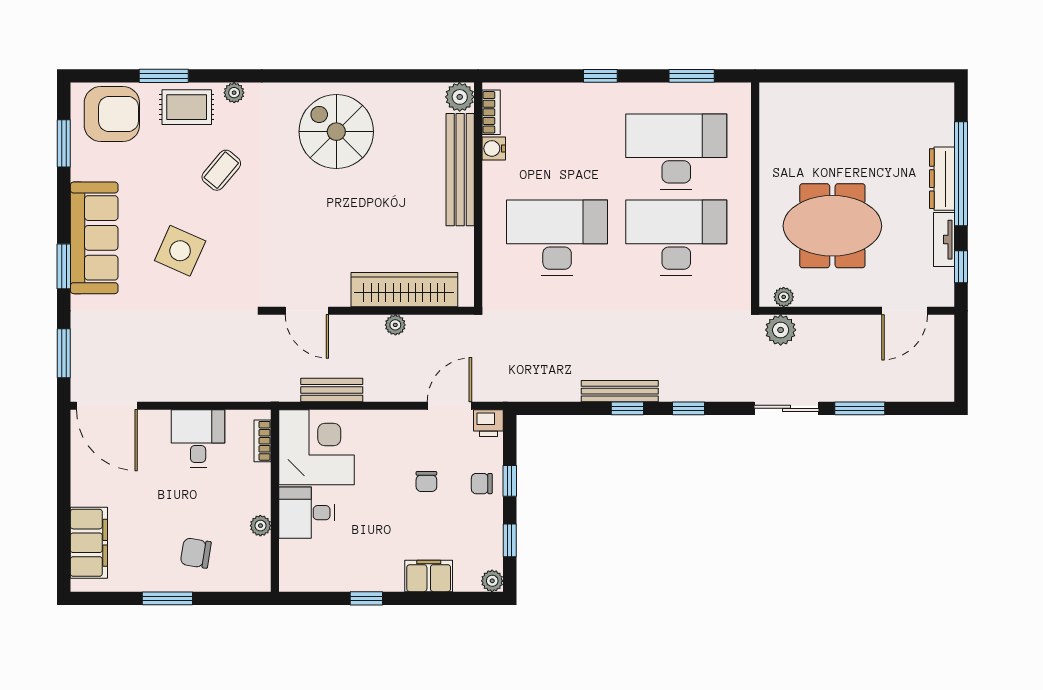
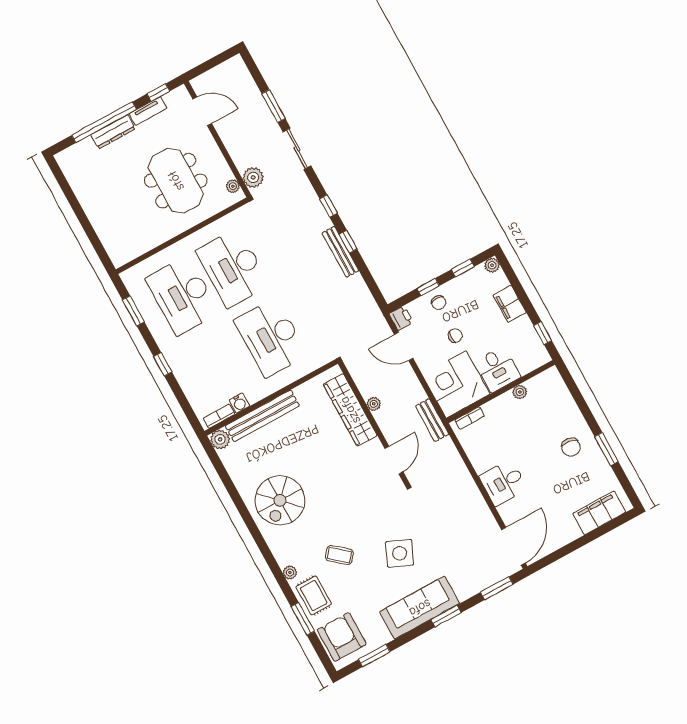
bookcase: (263, 441) -> (470, 418), moved
corner desk: (316, 447) -> (456, 384), moved
wall: (275, 501) -> (501, 392), moved
desk: (307, 513) -> (497, 369), moved
plant: (260, 526) -> (520, 392), moved

